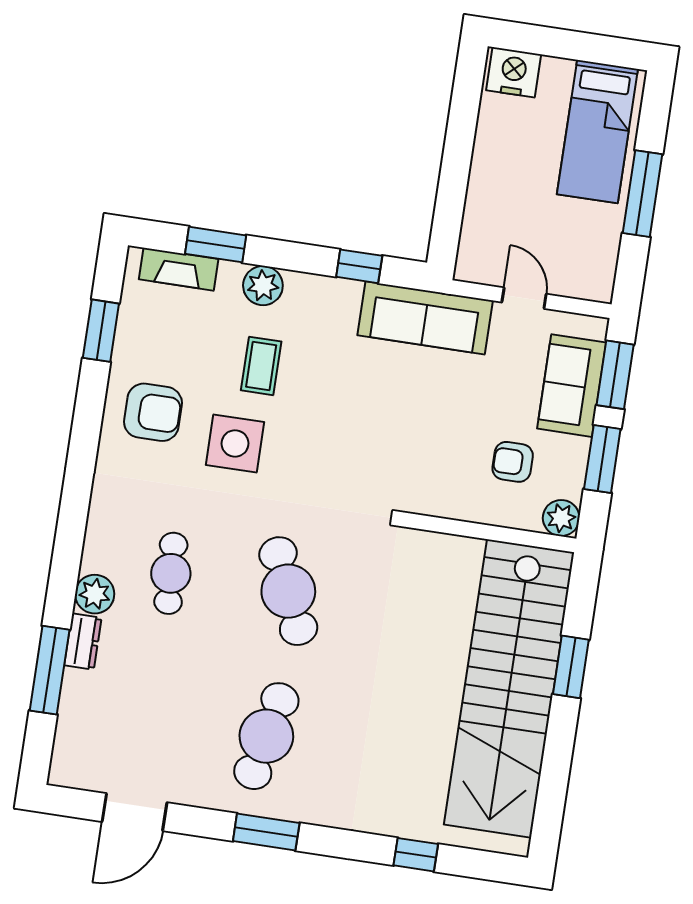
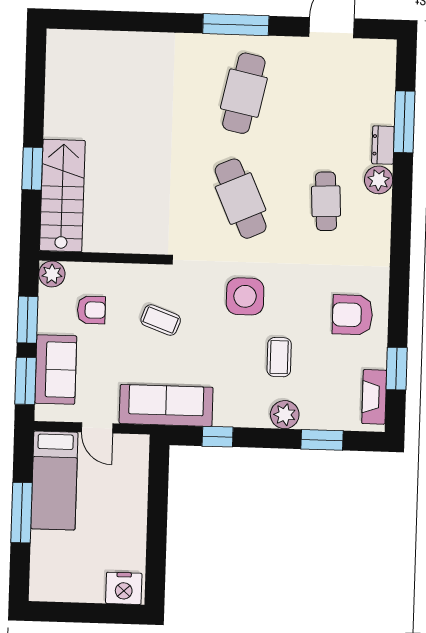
bed: (597, 132) -> (54, 480), moved, turned 180
fireplace: (179, 269) -> (374, 397), moved, turned -90
coffee table: (419, 437) -> (161, 320), added
side table: (235, 443) -> (245, 296), moved
stairs: (509, 688) -> (62, 195), width x0.54, depth x0.66
window: (266, 832) -> (236, 25), width x1.44
window: (416, 855) -> (127, 21), removed

